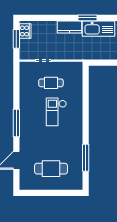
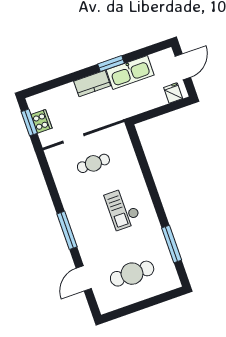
cooker: (25, 31) -> (41, 121), moved
checkout: (56, 112) -> (123, 209), moved

